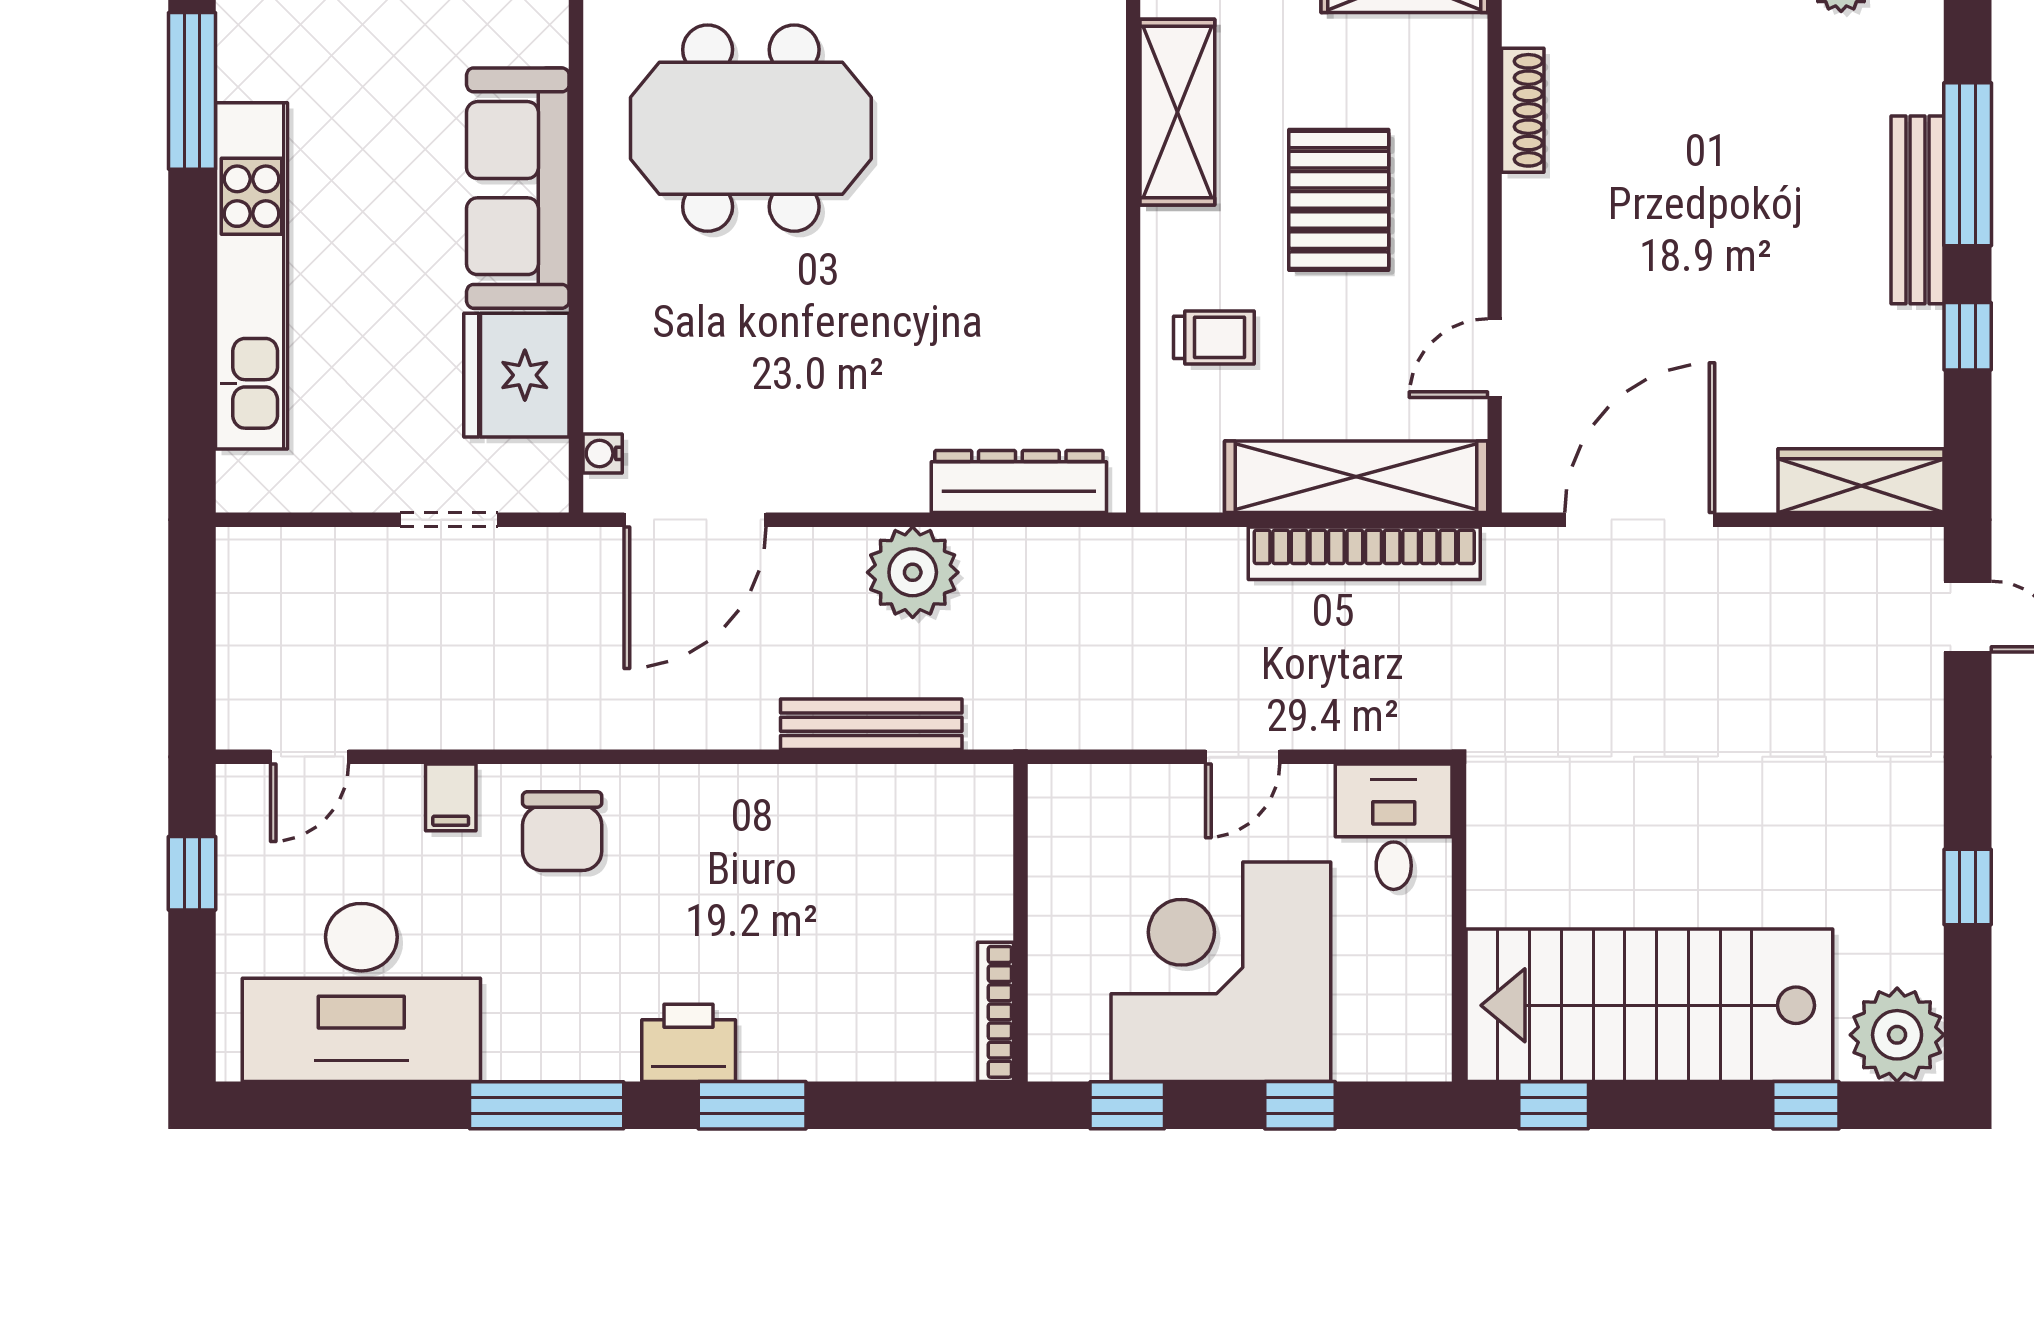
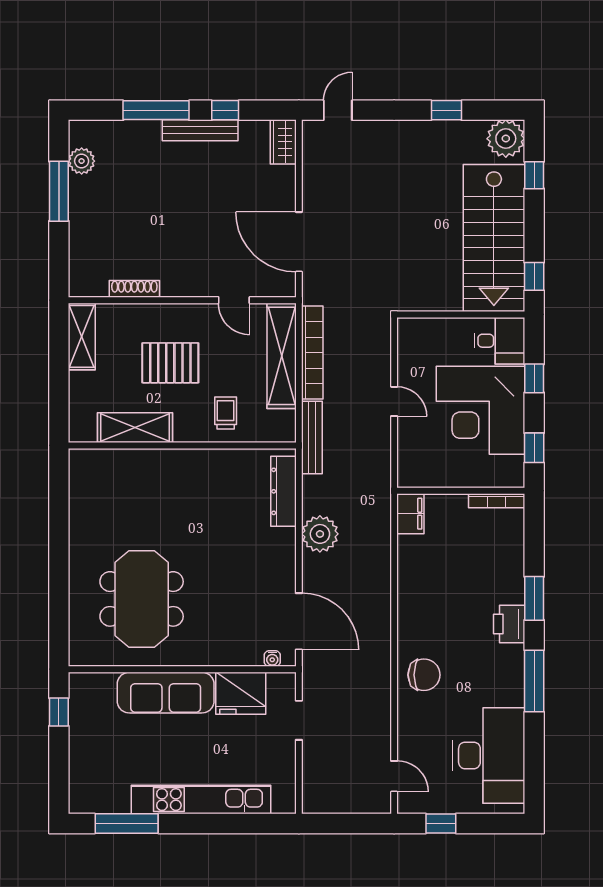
bench: (1918, 210) -> (200, 130), moved
wardrobe: (1861, 481) -> (283, 142), width x0.67
bench: (871, 724) -> (312, 437), moved
filing cabinet: (451, 797) -> (410, 514), moved, width x2.00
desk: (1394, 827) -> (499, 341), moved, turned 180

